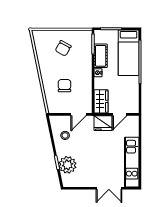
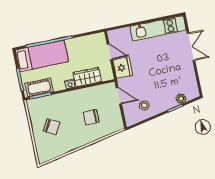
cot: (101, 56) -> (39, 88), moved
wardrobe: (101, 101) -> (87, 77), moved
plant: (68, 165) -> (181, 99), width x0.53, depth x0.53

